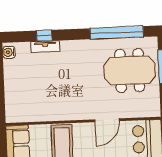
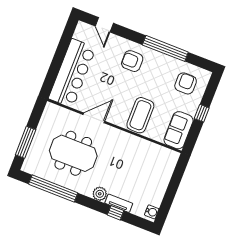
plant: (68, 48) -> (100, 194), added
meeting table: (130, 71) -> (73, 153), moved

